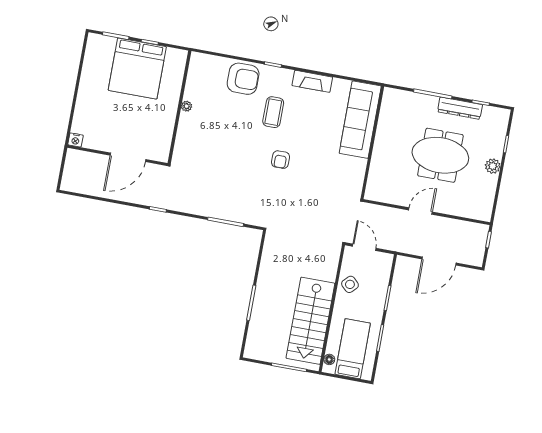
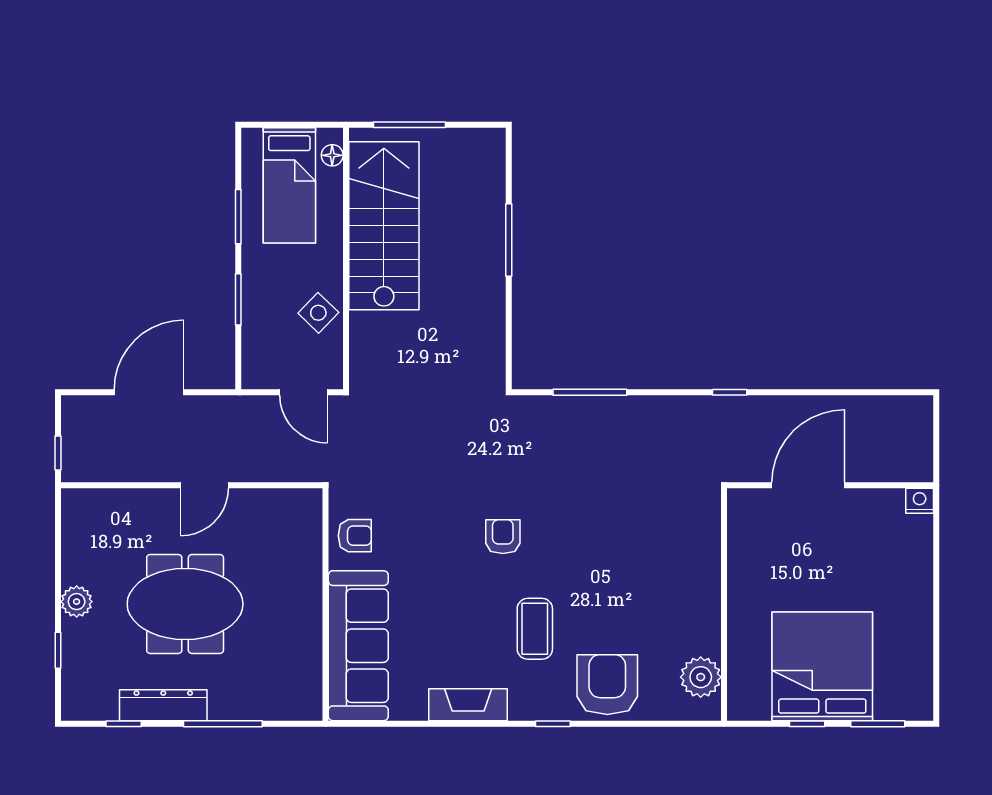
armchair: (243, 79) -> (607, 685), turned 90
plant: (187, 106) -> (701, 677), moved, width x1.88, depth x1.88
armchair: (352, 173) -> (355, 536), added

